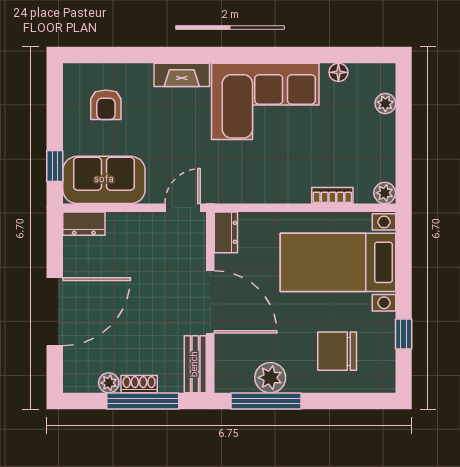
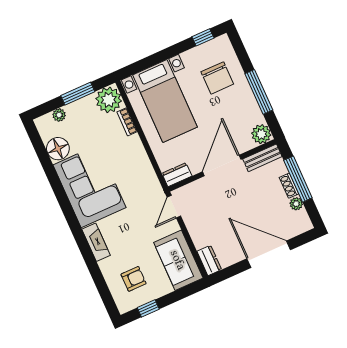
floor lamp: (338, 72) -> (58, 149), width x1.89, depth x1.89
window: (404, 144) -> (78, 94), added
window: (55, 166) -> (148, 308), moved
plant: (385, 193) -> (109, 100), width x1.87, depth x1.87
door: (183, 208) -> (174, 207), hinge flipped
window: (404, 334) -> (203, 37), moved
plant: (270, 378) -> (261, 134), moved
window: (266, 401) -> (259, 92), moved

